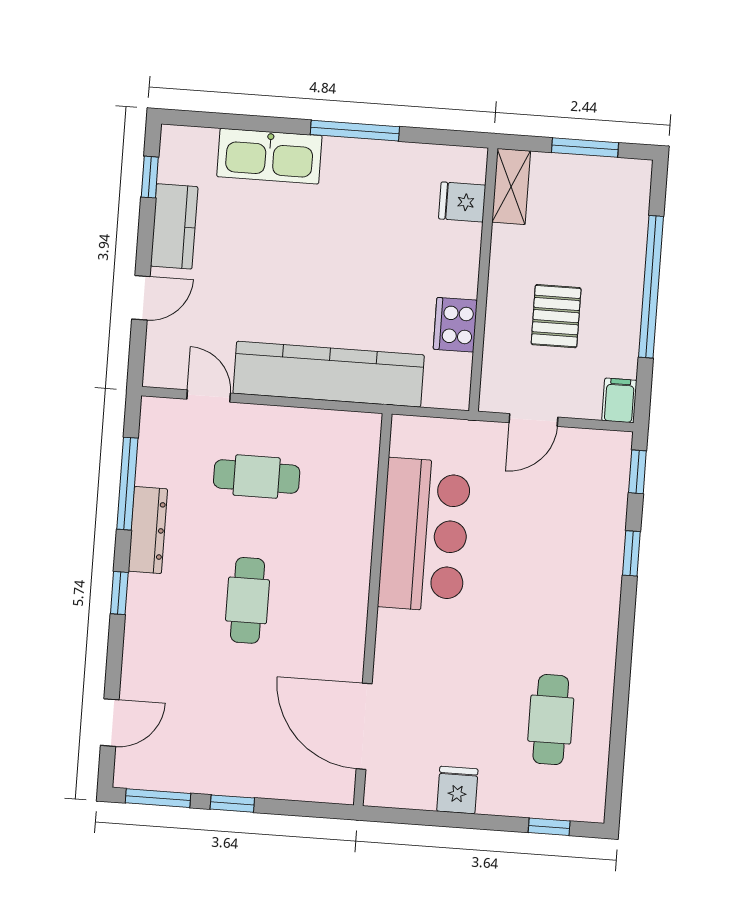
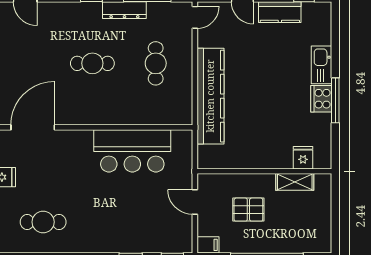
window: (585, 148) -> (335, 218), removed
kitchen sink: (269, 156) -> (322, 65), width x0.73, depth x0.81
shelving: (511, 187) -> (295, 182), moved
cooker: (455, 325) -> (321, 99), moved, turned -90
door: (209, 396) -> (195, 17), moved

